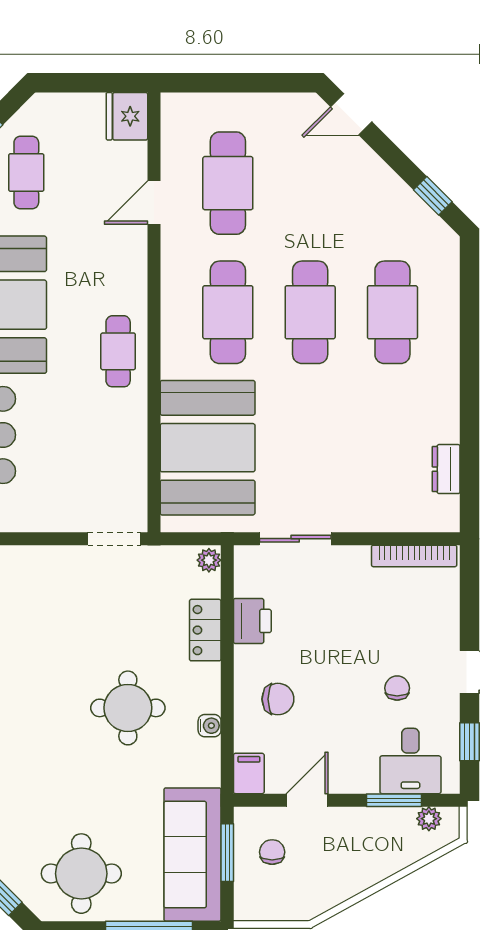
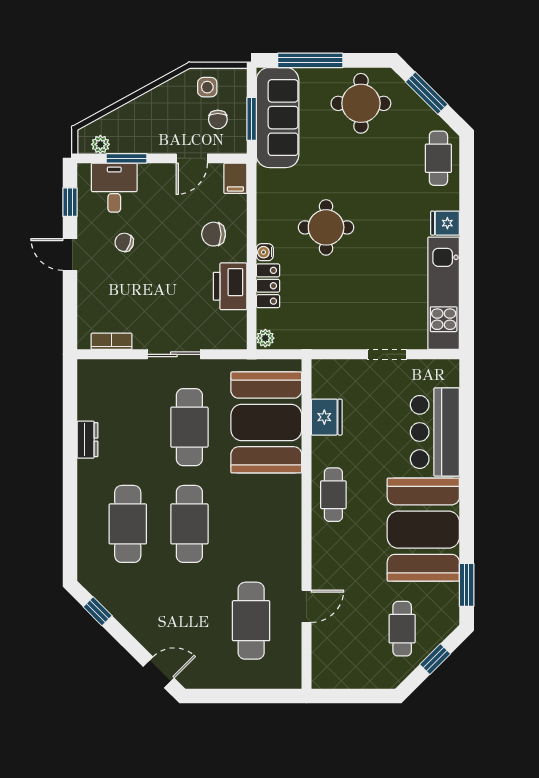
fridge: (127, 116) -> (327, 417), moved
cafe table: (228, 312) -> (189, 427), moved
dresser: (446, 469) -> (87, 440), moved
doorway: (114, 539) -> (387, 354), moved
sliding door: (295, 539) -> (174, 354), moved
bookcase: (414, 556) -> (111, 341), width x0.64
printer: (252, 621) -> (230, 286), width x1.37, depth x1.19
chair: (397, 688) -> (124, 242), turned 109
water cooler: (210, 726) -> (265, 252), moved
side table: (286, 895) -> (207, 87), added

